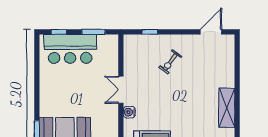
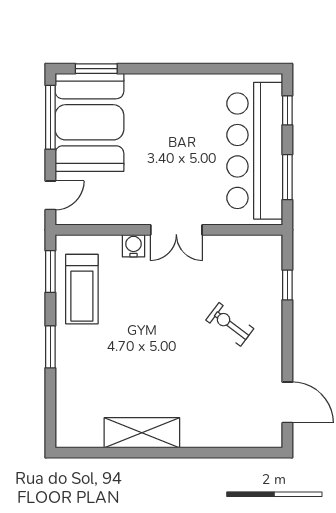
bar counter: (70, 49) -> (255, 151), width x1.36
double door: (121, 90) -> (176, 230), swing flipped

